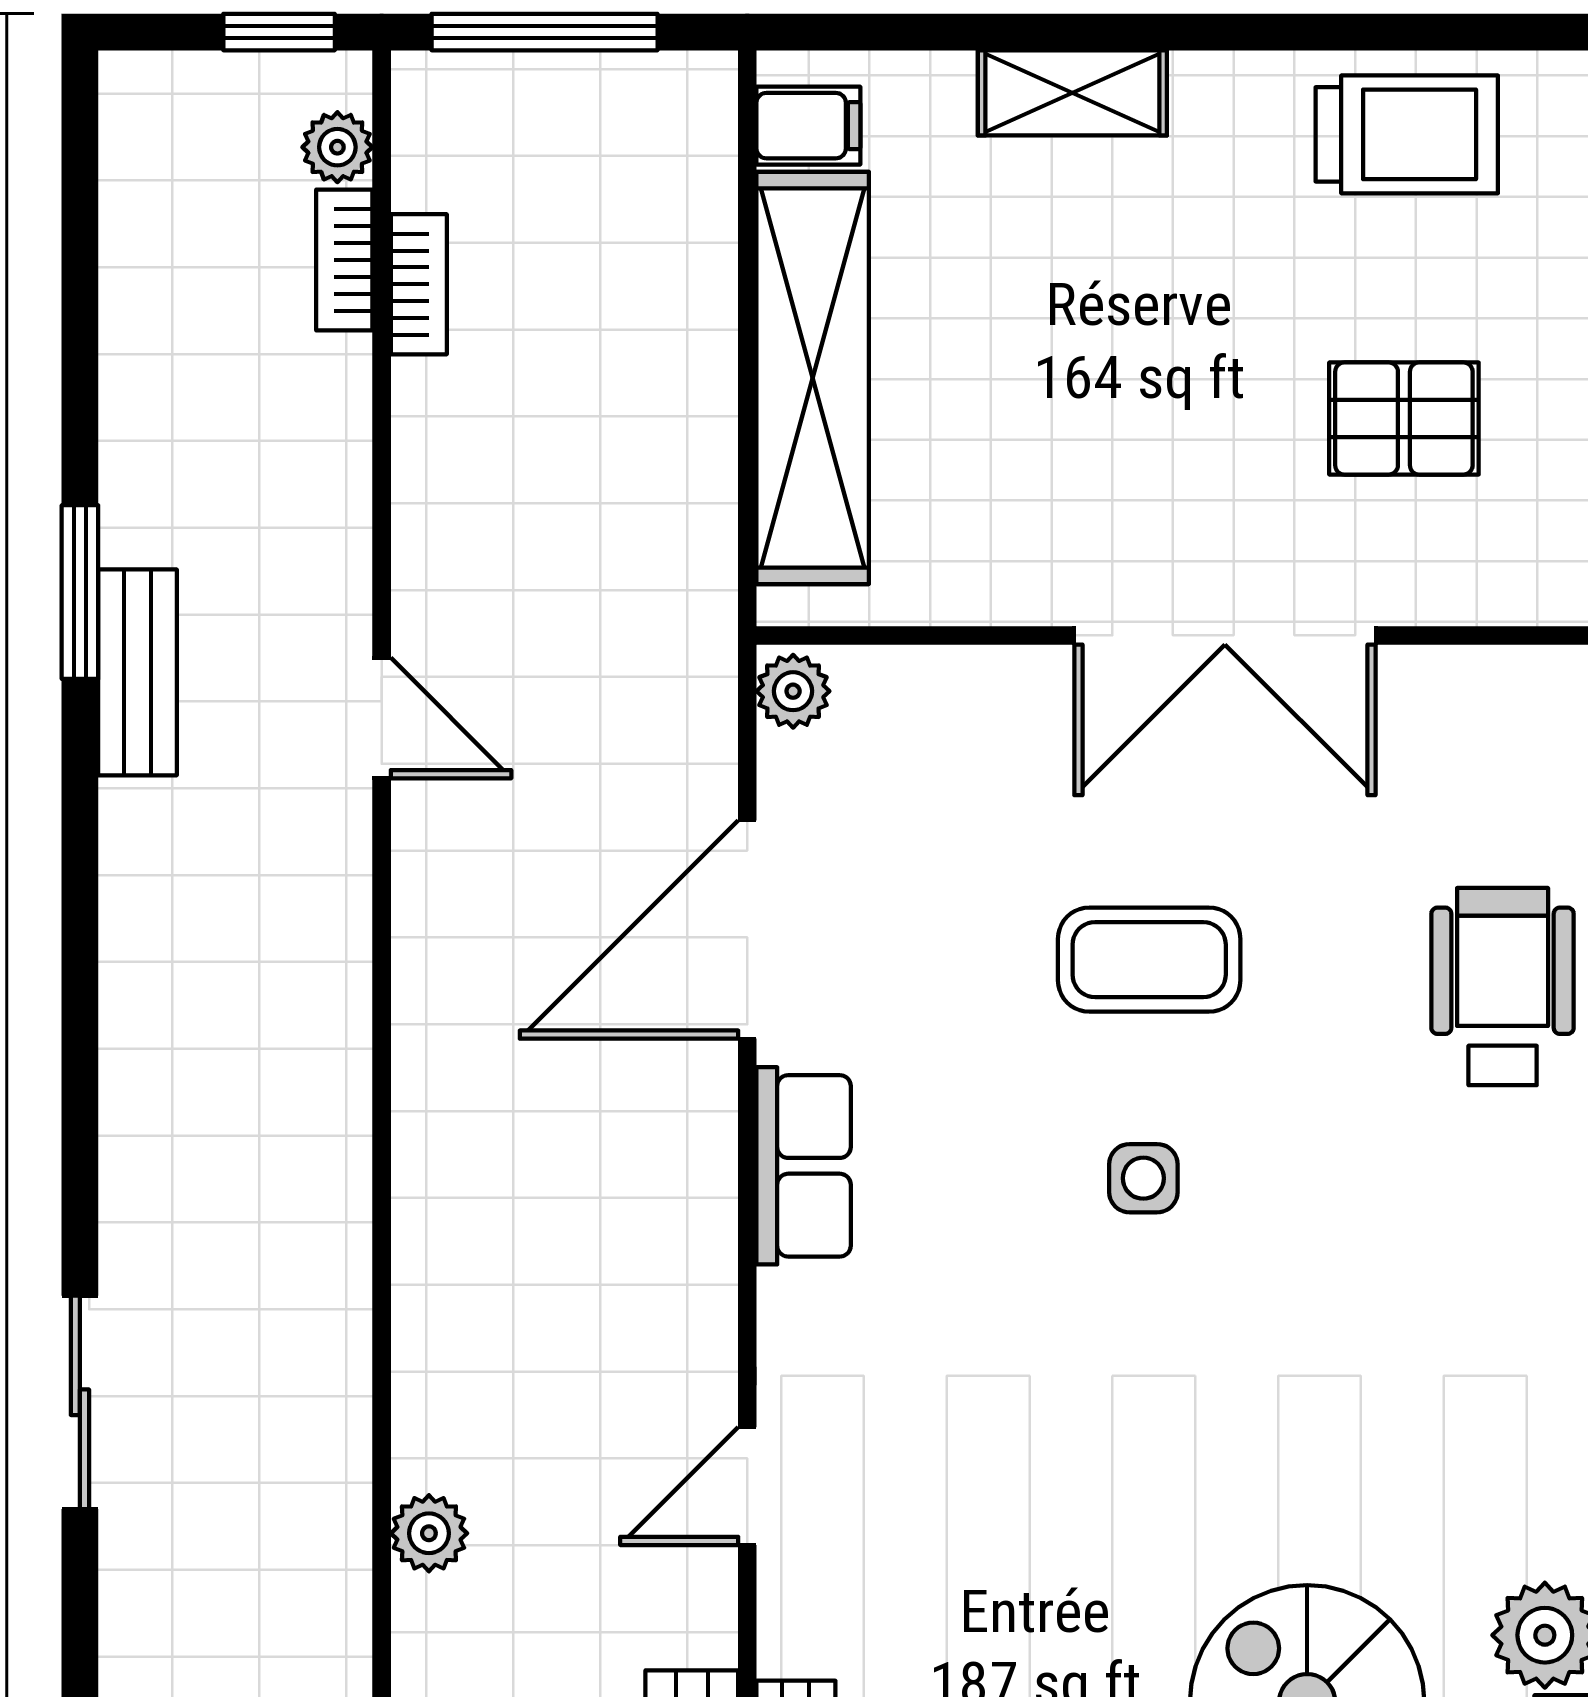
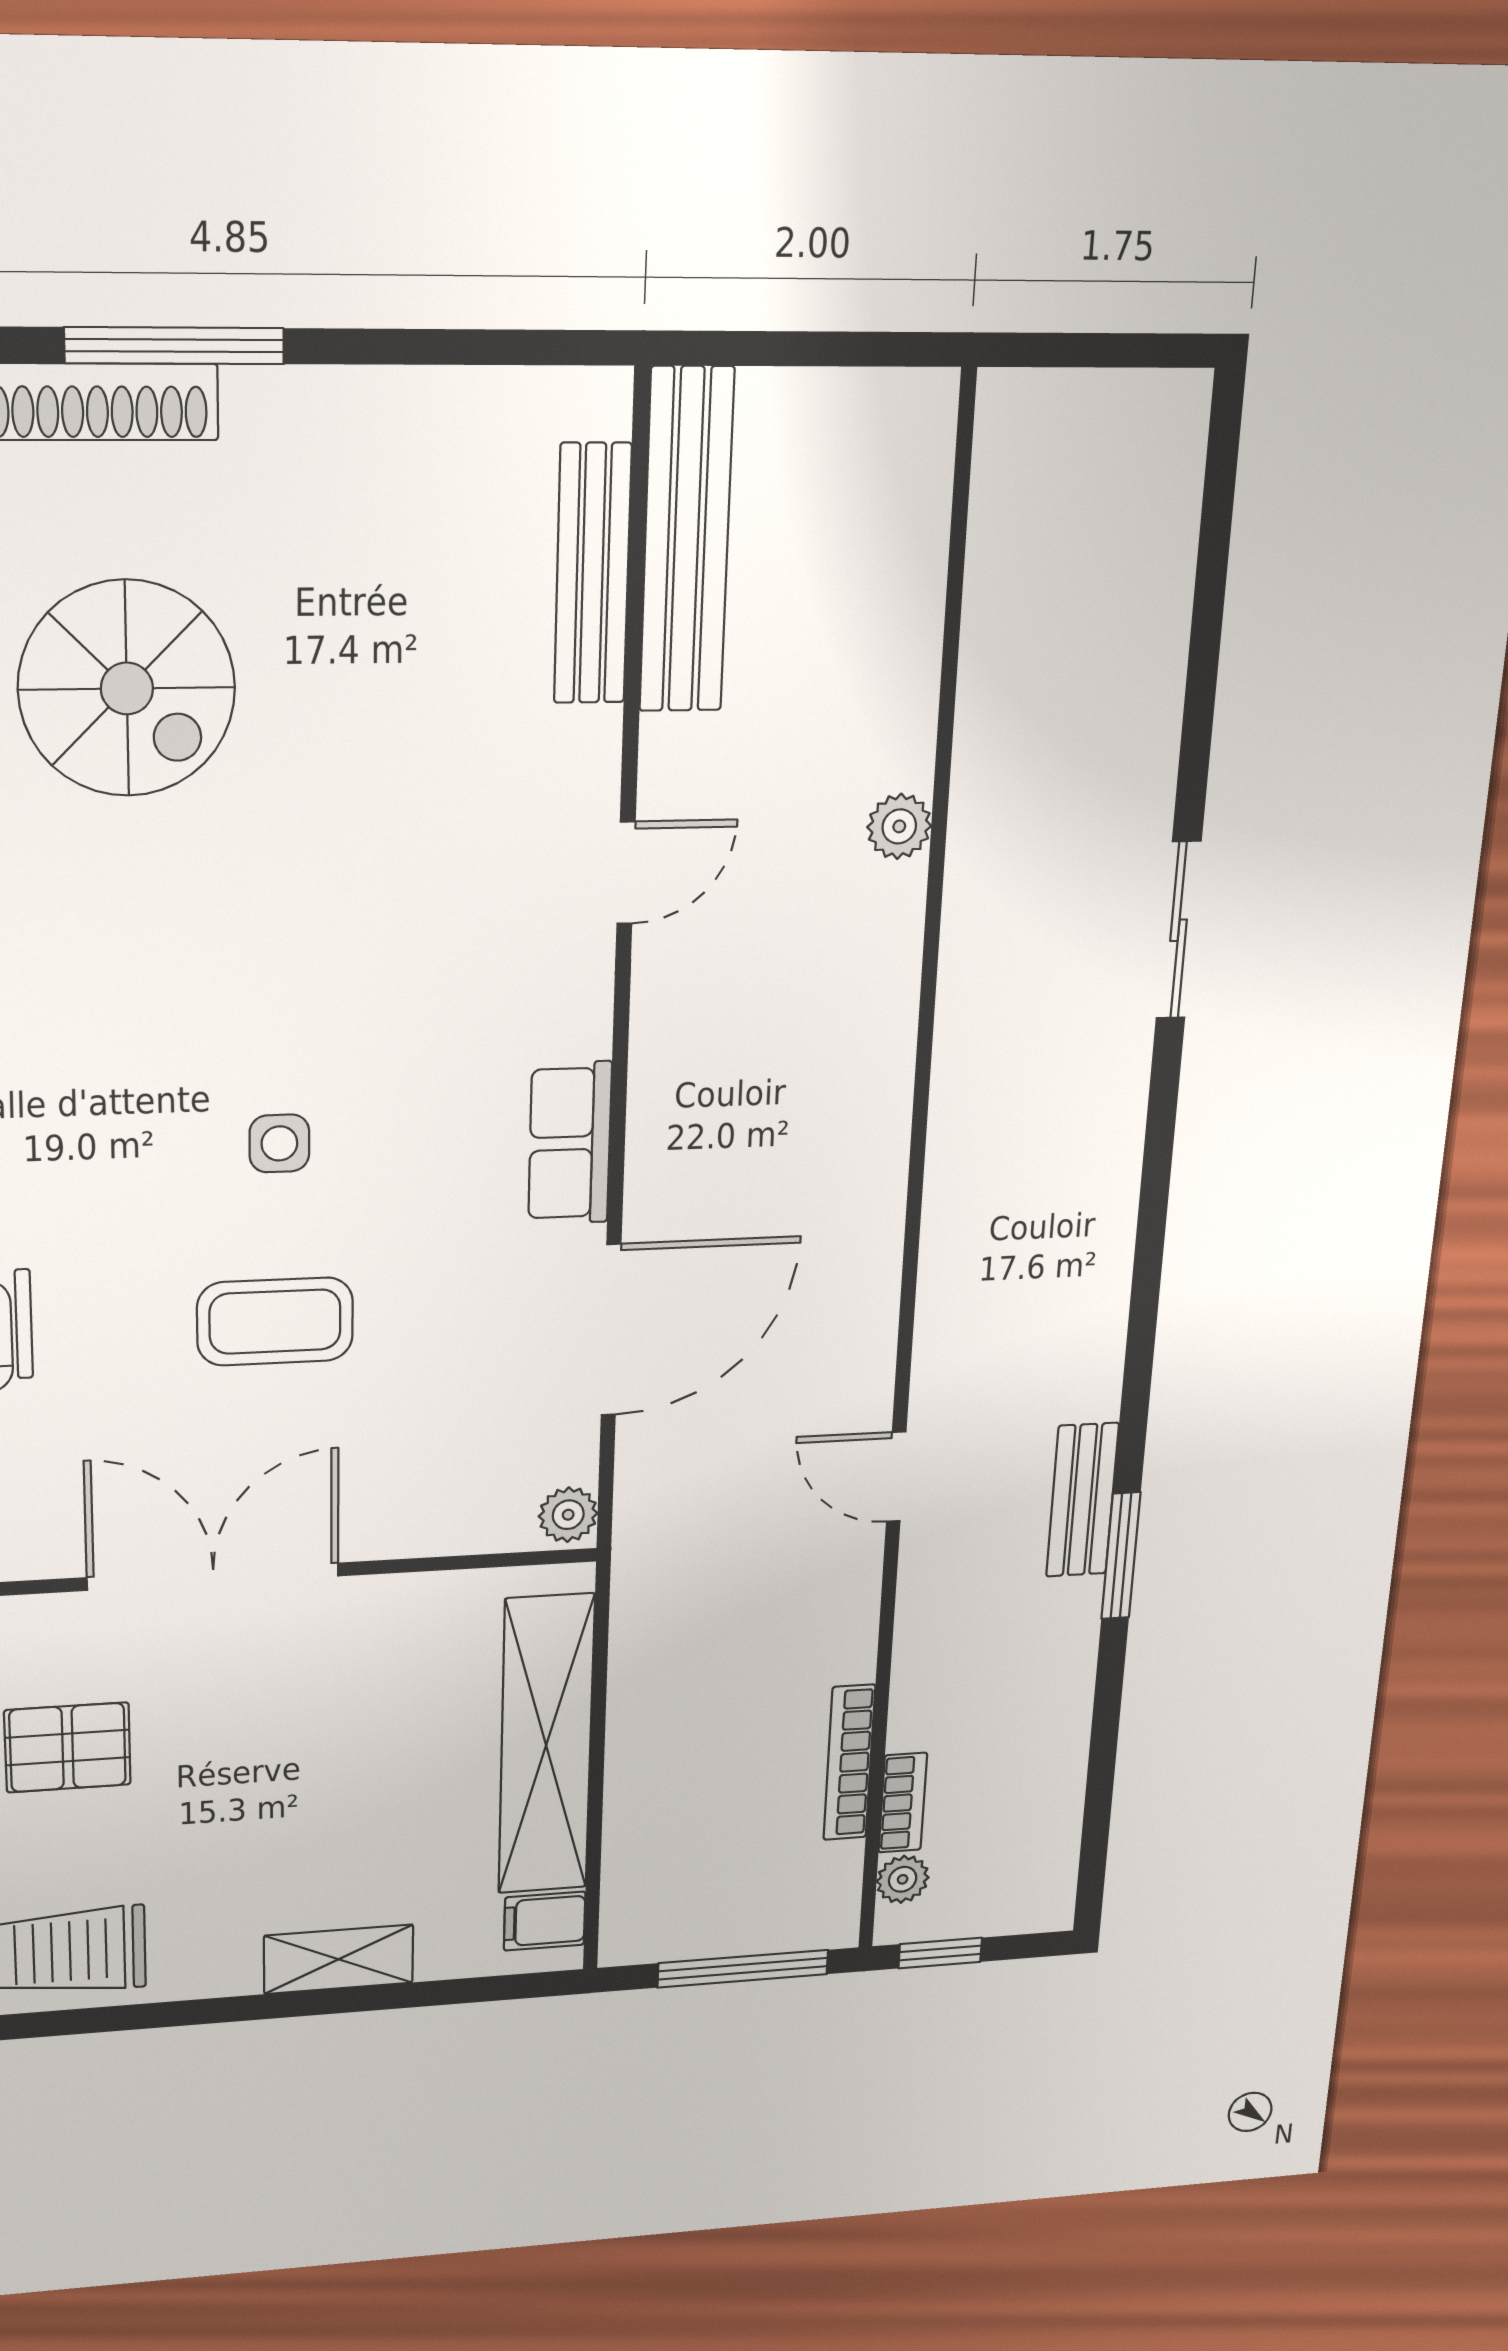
bookcase: (419, 284) -> (849, 1763), width x1.56

